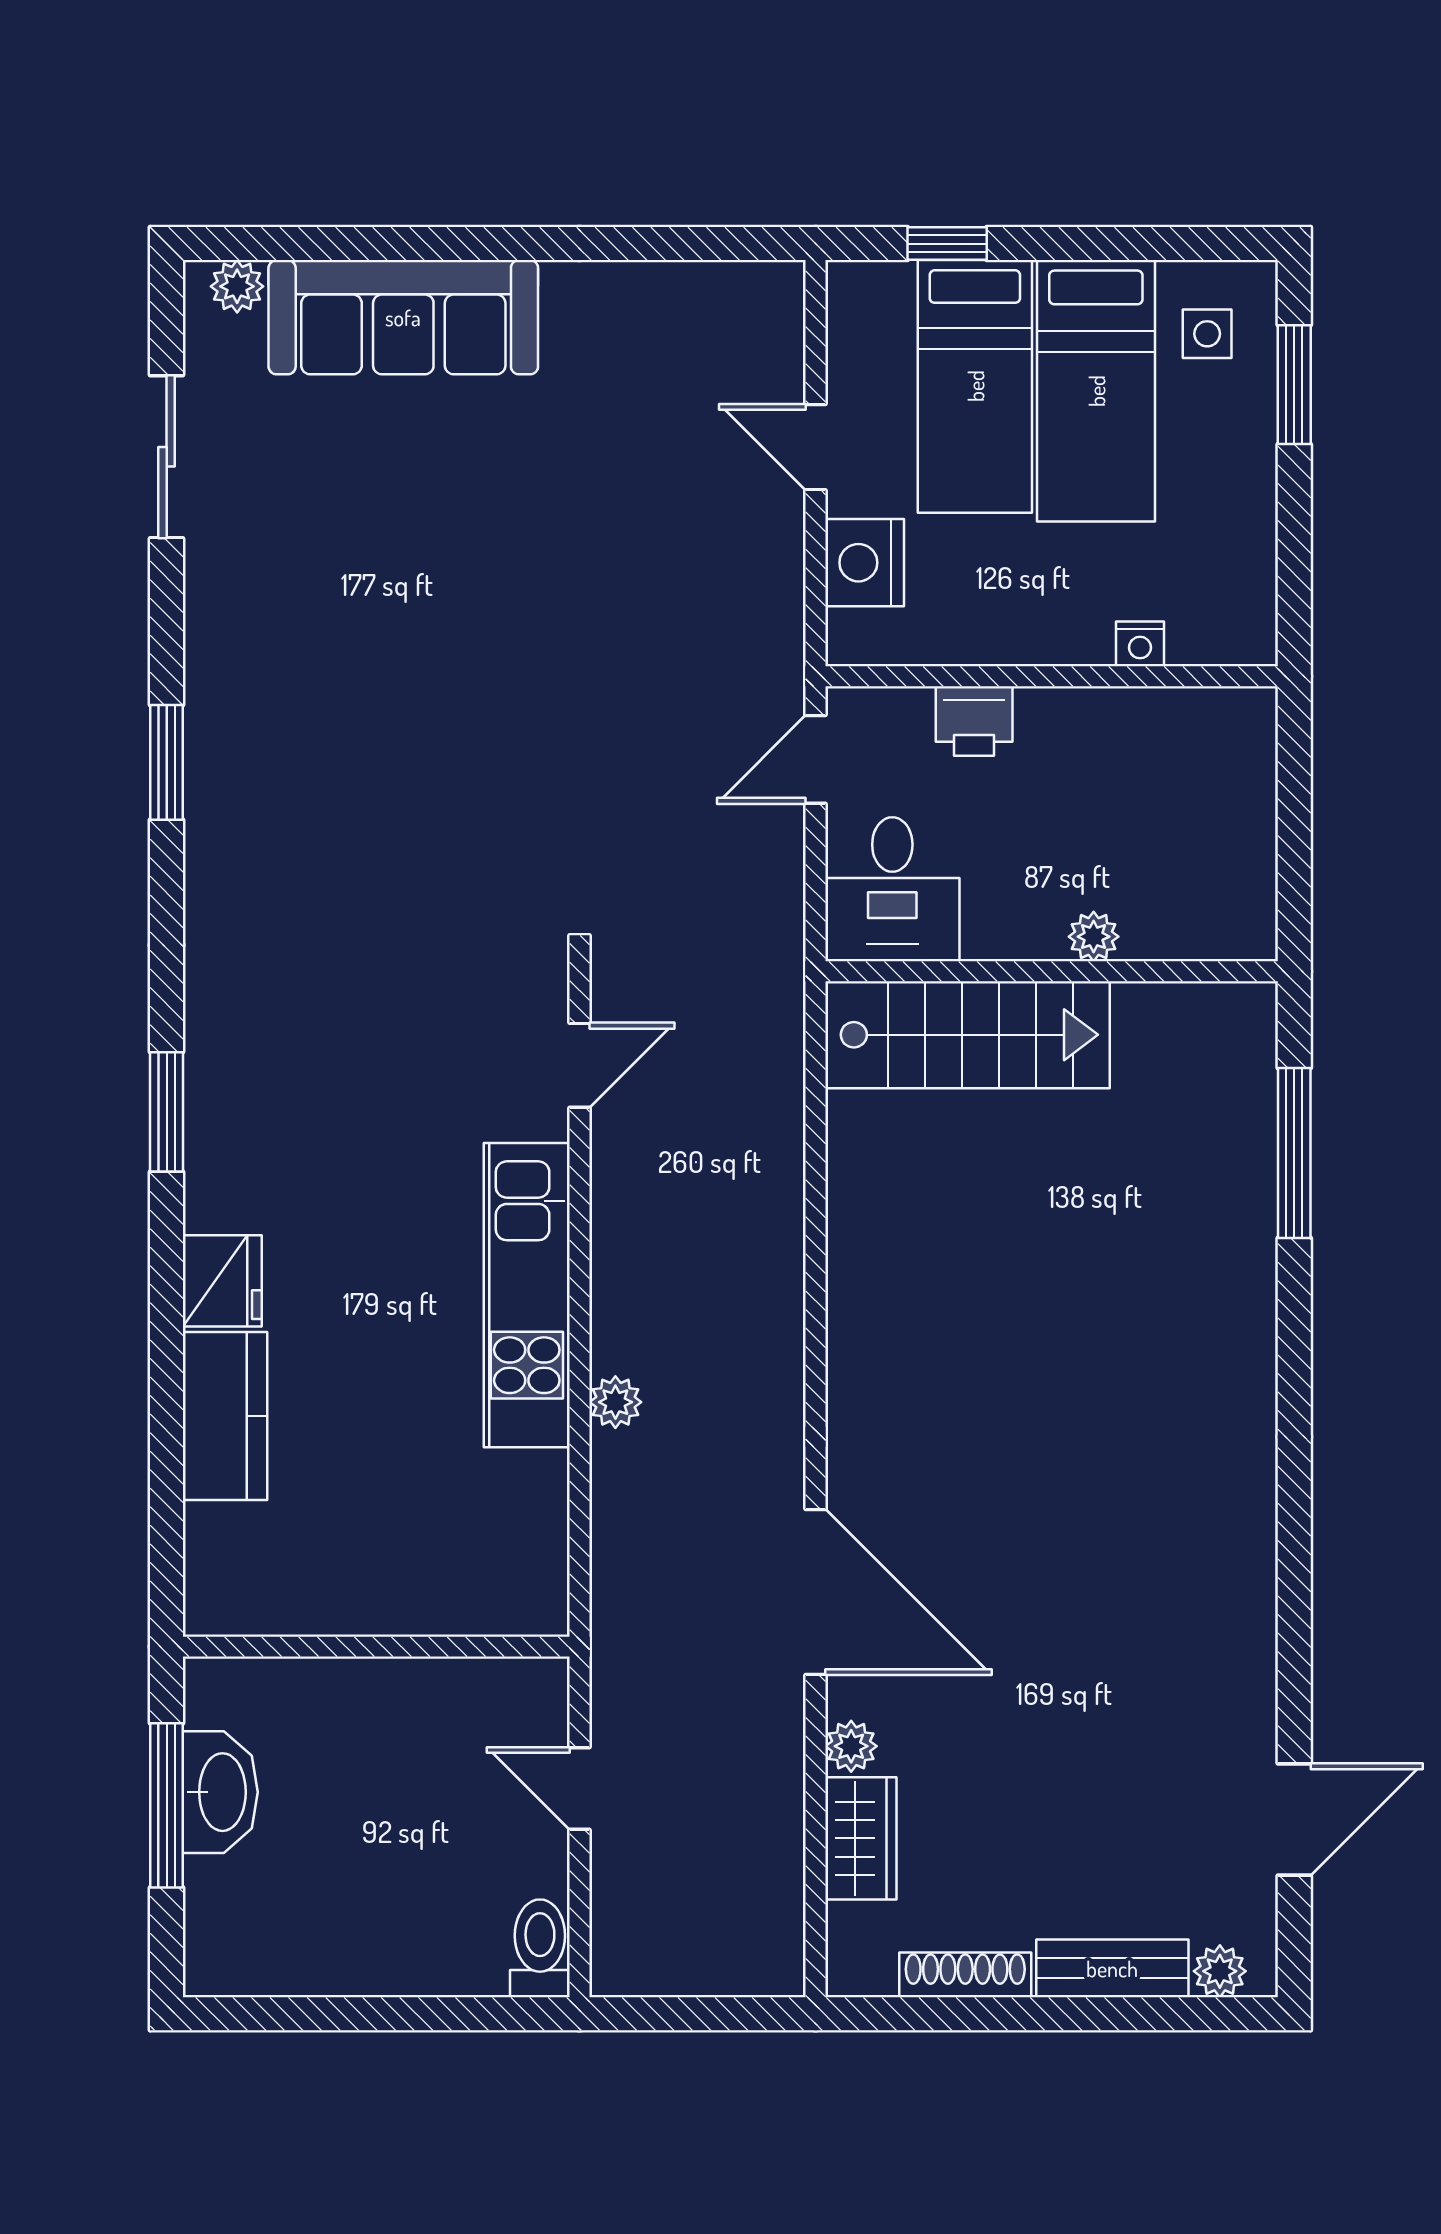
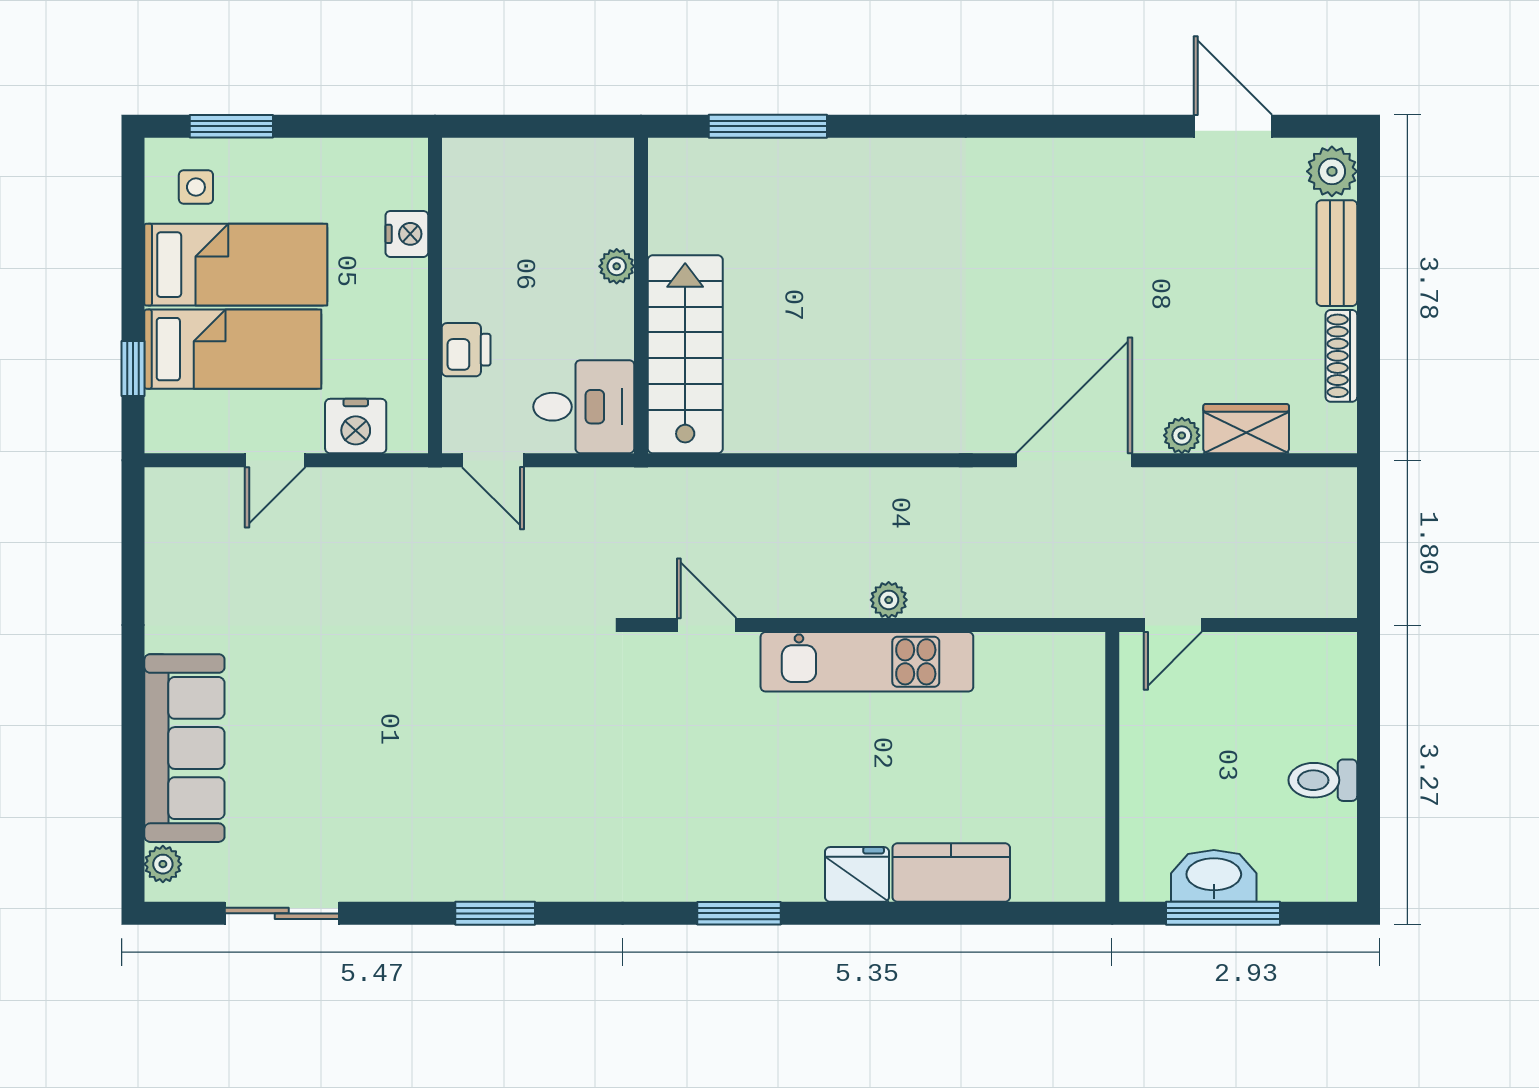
nightstand: (1140, 644) -> (407, 234), width x1.39, depth x1.35
plant: (615, 1402) -> (889, 600), moved
door: (580, 1788) -> (1173, 625), moved
toilet: (540, 1948) -> (1323, 780), moved
plant: (1220, 1971) -> (1332, 171), width x1.38, depth x1.38

